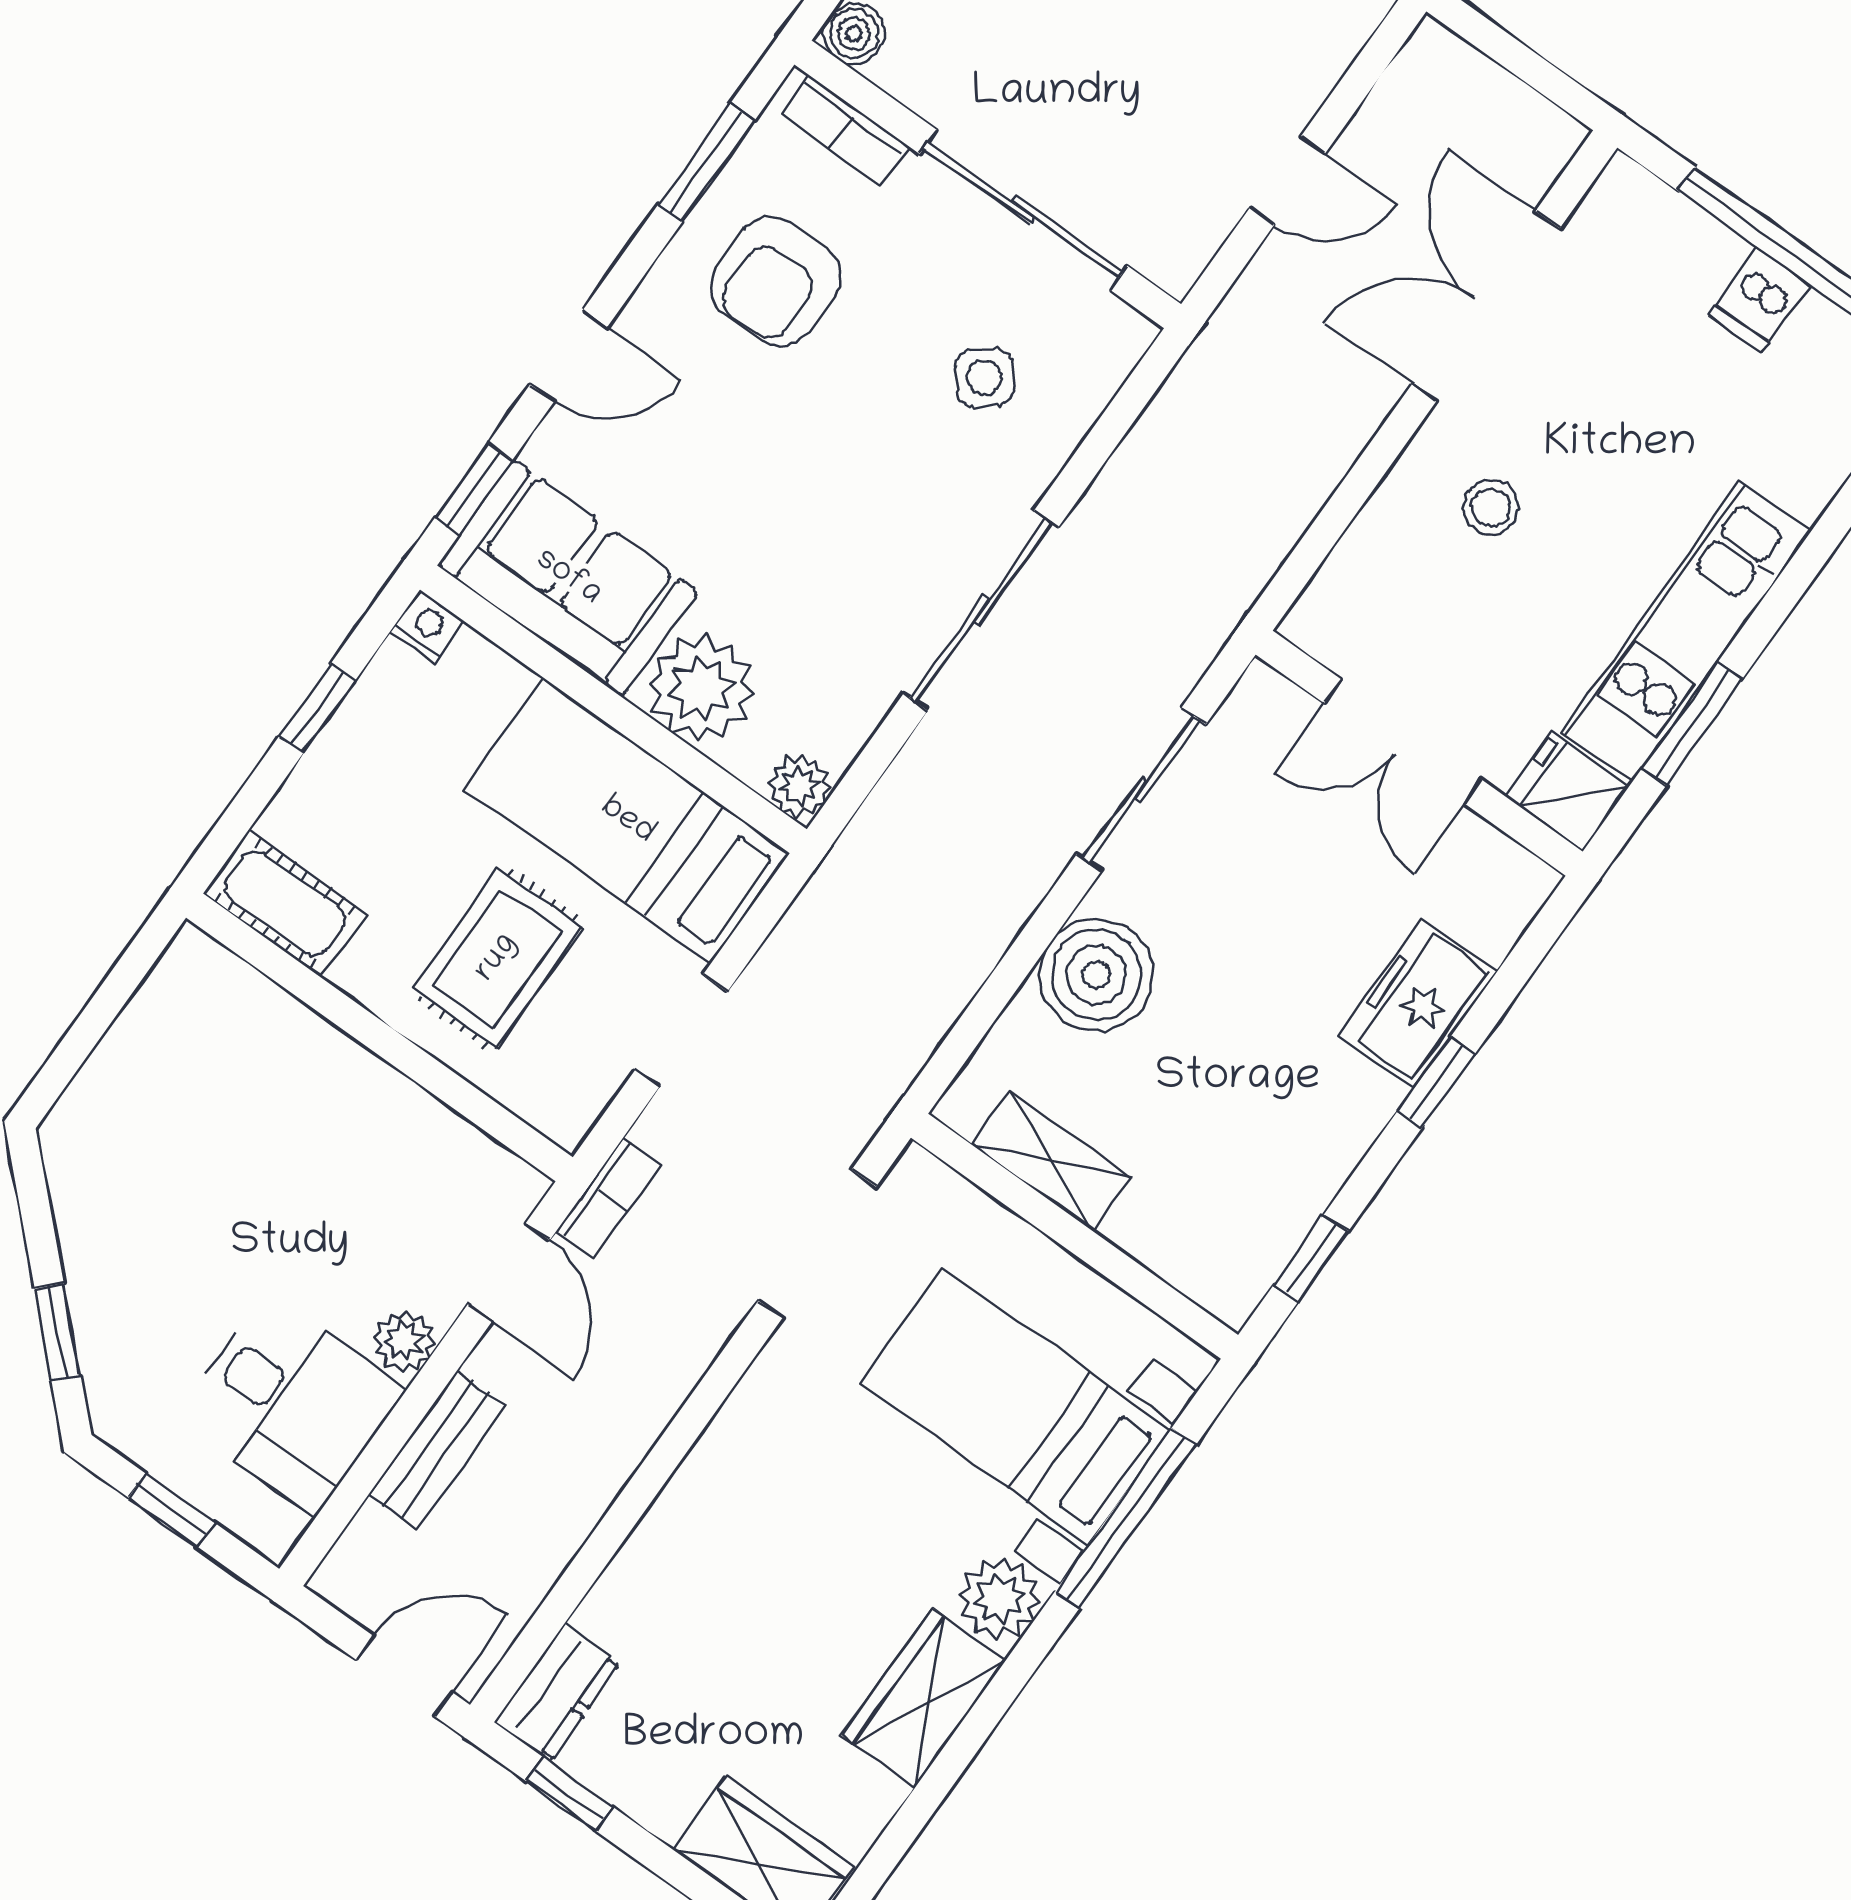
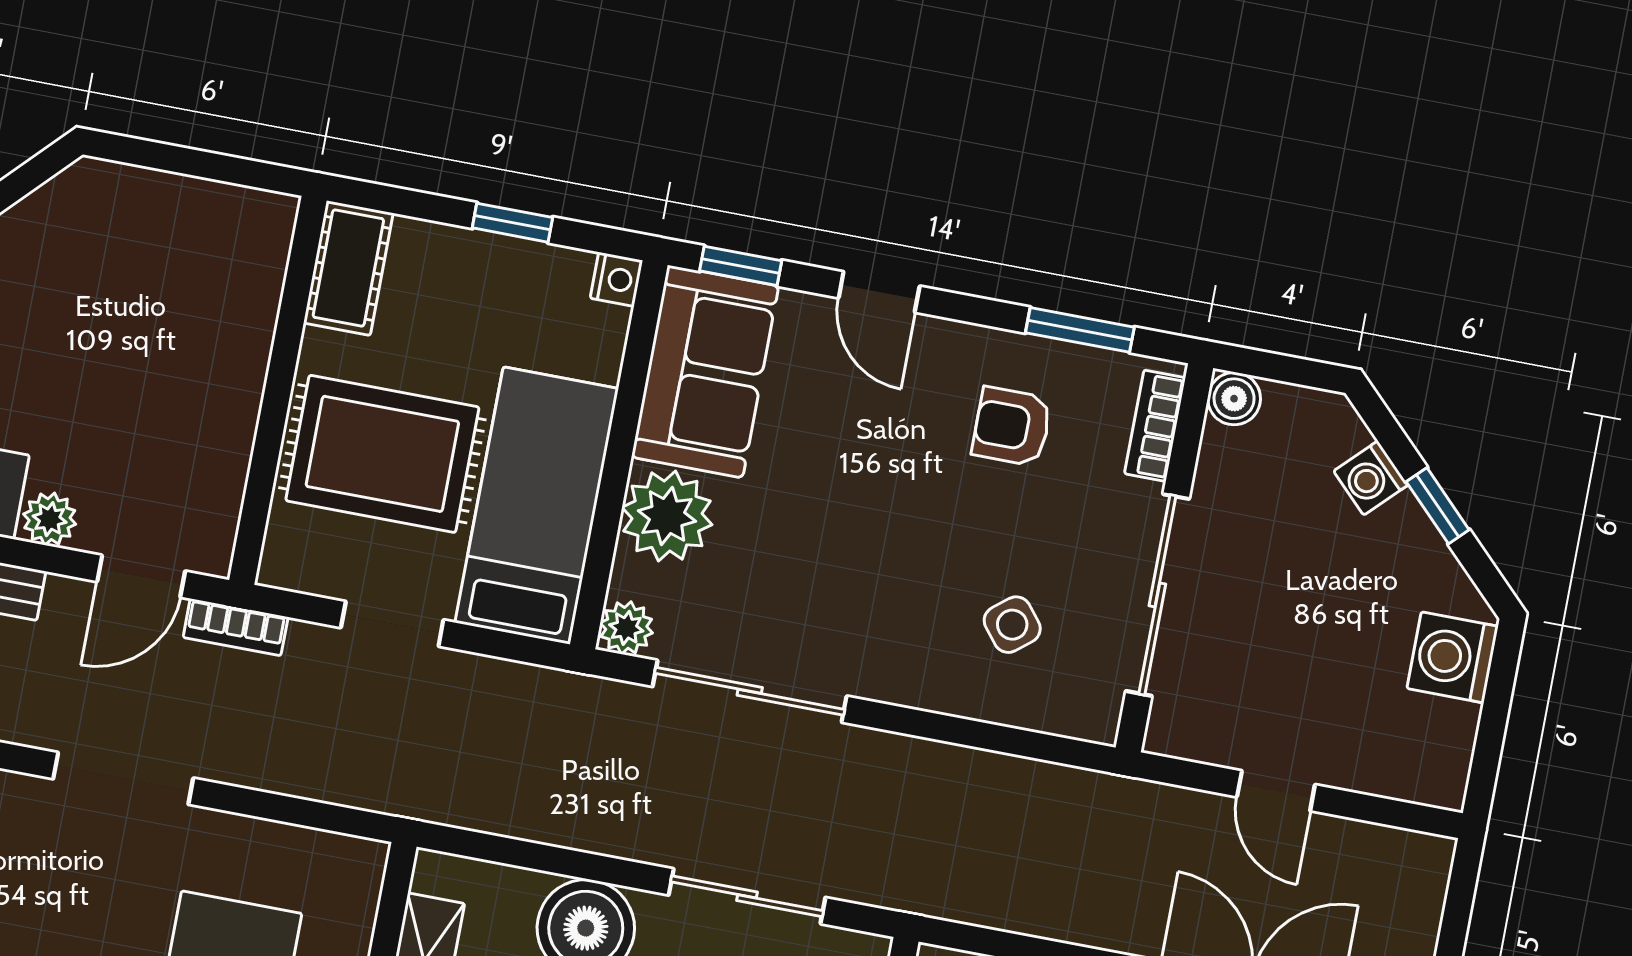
armchair: (775, 281) -> (1012, 427), width x0.72, depth x0.72
sliding door: (981, 611) -> (750, 691), moved
rug: (497, 958) -> (382, 454), width x1.36, depth x1.43
doorway: (817, 1244) -> (123, 778), moved

